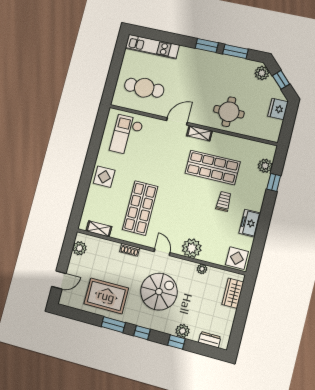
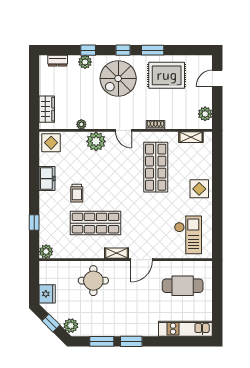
plant: (265, 166) -> (46, 252), moved
spiral stairs: (159, 292) -> (118, 78), moved

